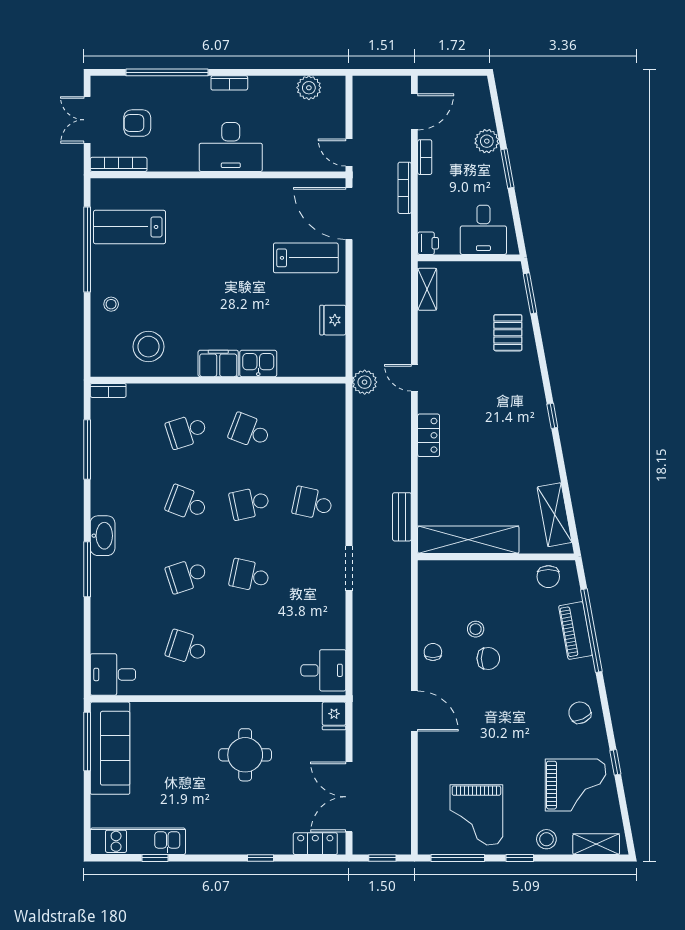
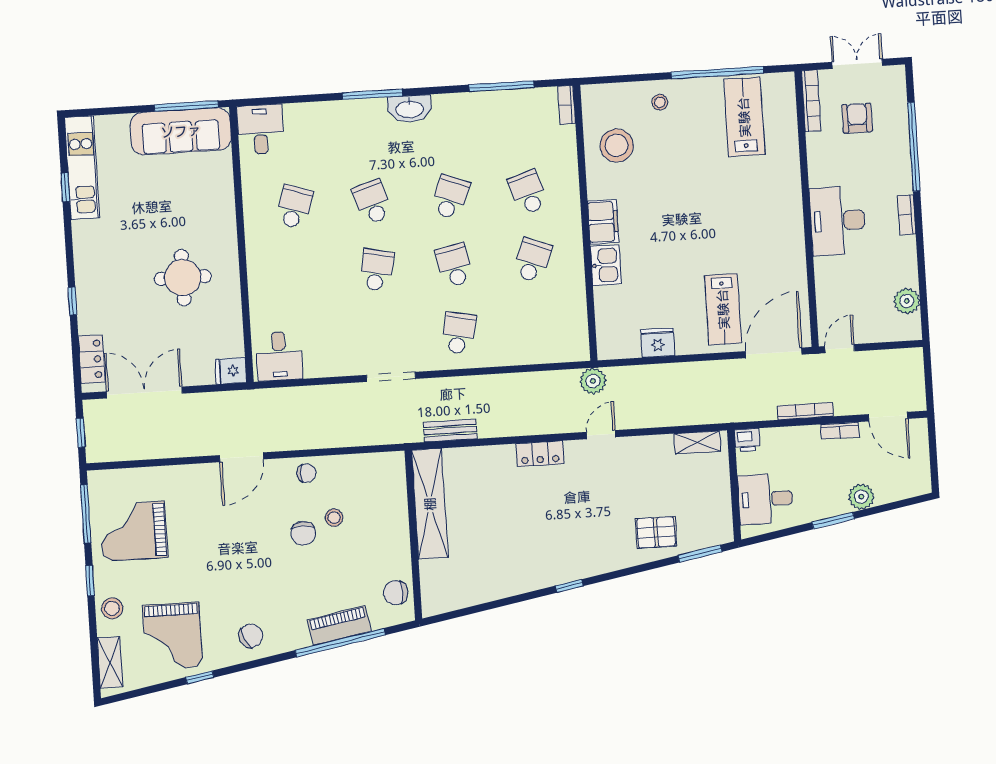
shelving: (555, 515) -> (463, 595), removed

